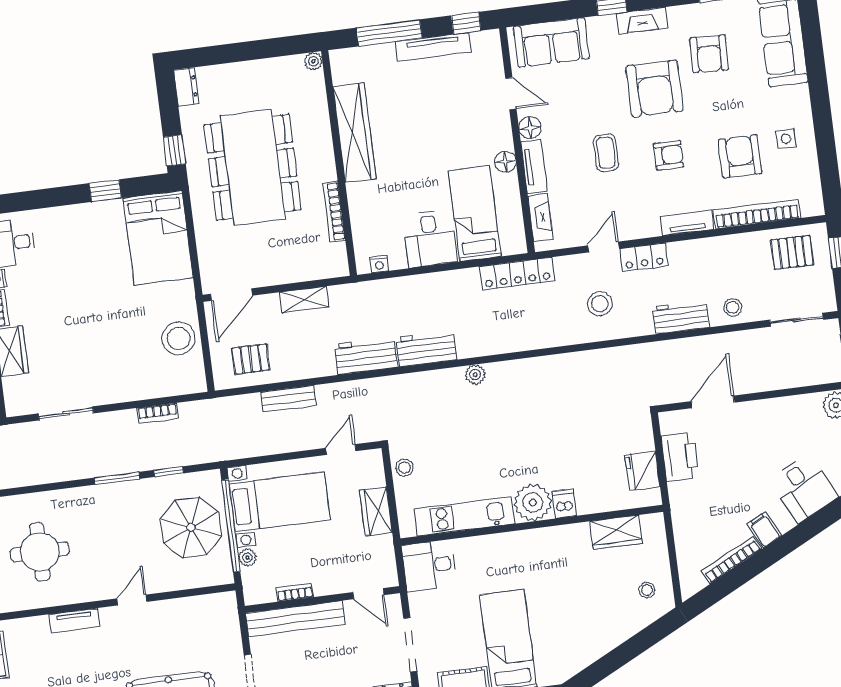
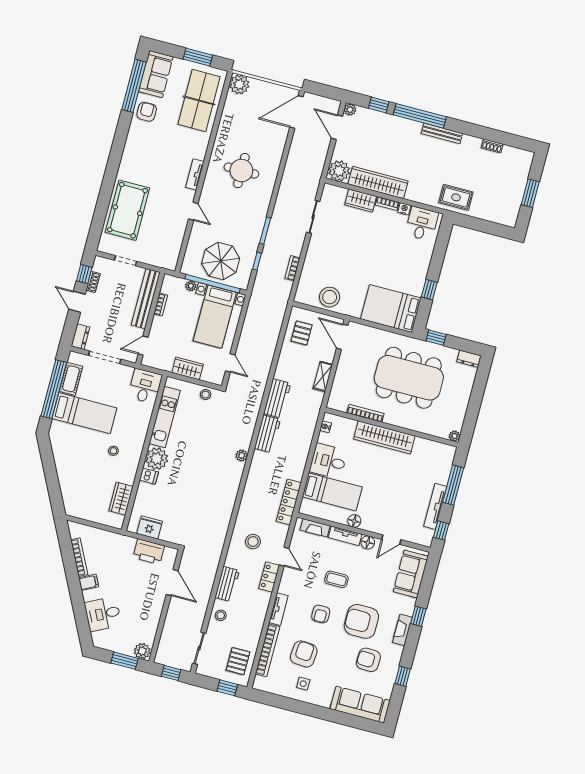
wardrobe: (354, 133) -> (384, 437), moved
armchair: (740, 156) -> (304, 654), turned -86
bench: (288, 399) -> (271, 345), removed
stool: (647, 590) -> (113, 451), moved

